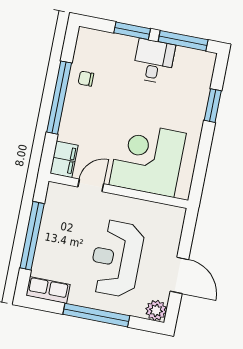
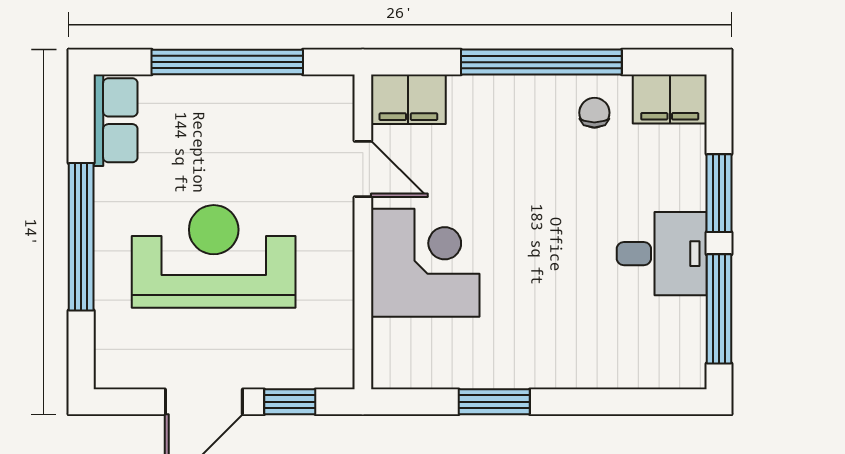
filing cabinet: (86, 44) -> (670, 99), added
window: (213, 106) -> (494, 402), moved
corner desk: (148, 159) -> (425, 263), width x0.74, depth x0.74
window: (187, 238) -> (290, 402), added
plant: (156, 310) -> (117, 366), removed

